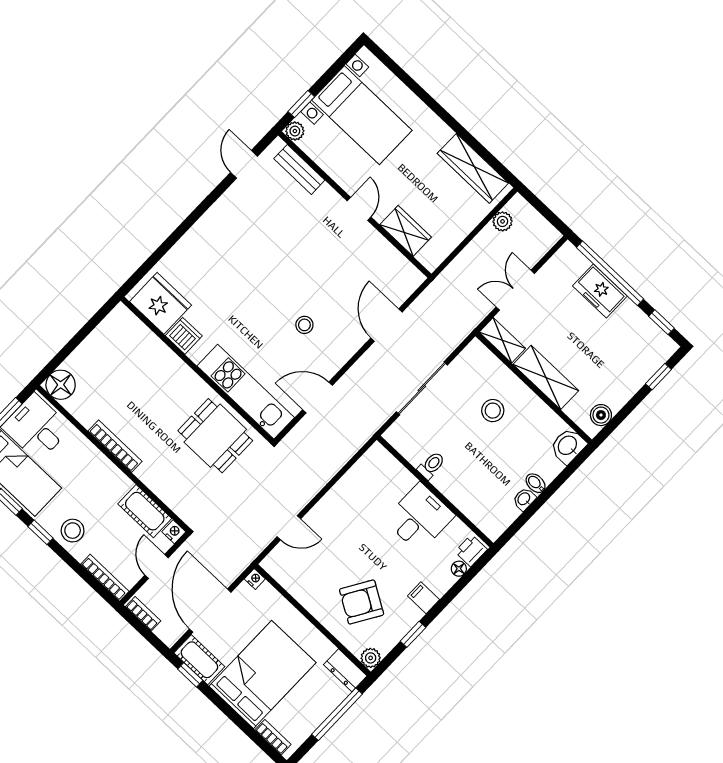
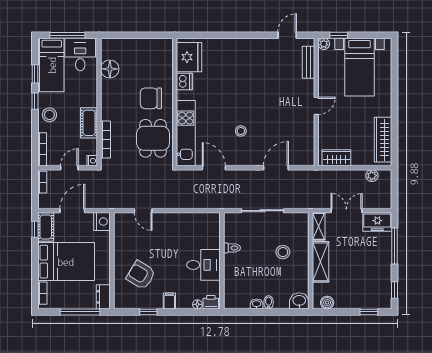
wardrobe: (406, 231) -> (336, 158), moved, turned -90
window: (610, 273) -> (395, 246), width x0.68
freezer: (600, 291) -> (377, 222), moved, turned -90
floor lamp: (61, 385) -> (110, 69), moved
chair: (166, 394) -> (151, 98), added
bookcase: (115, 446) -> (106, 139), moved
cot: (145, 511) -> (89, 123), moved
nightstand: (255, 579) -> (102, 222), width x1.89, depth x1.79
door: (210, 611) -> (72, 211), width x0.73
plant: (371, 658) -> (120, 303), removed

